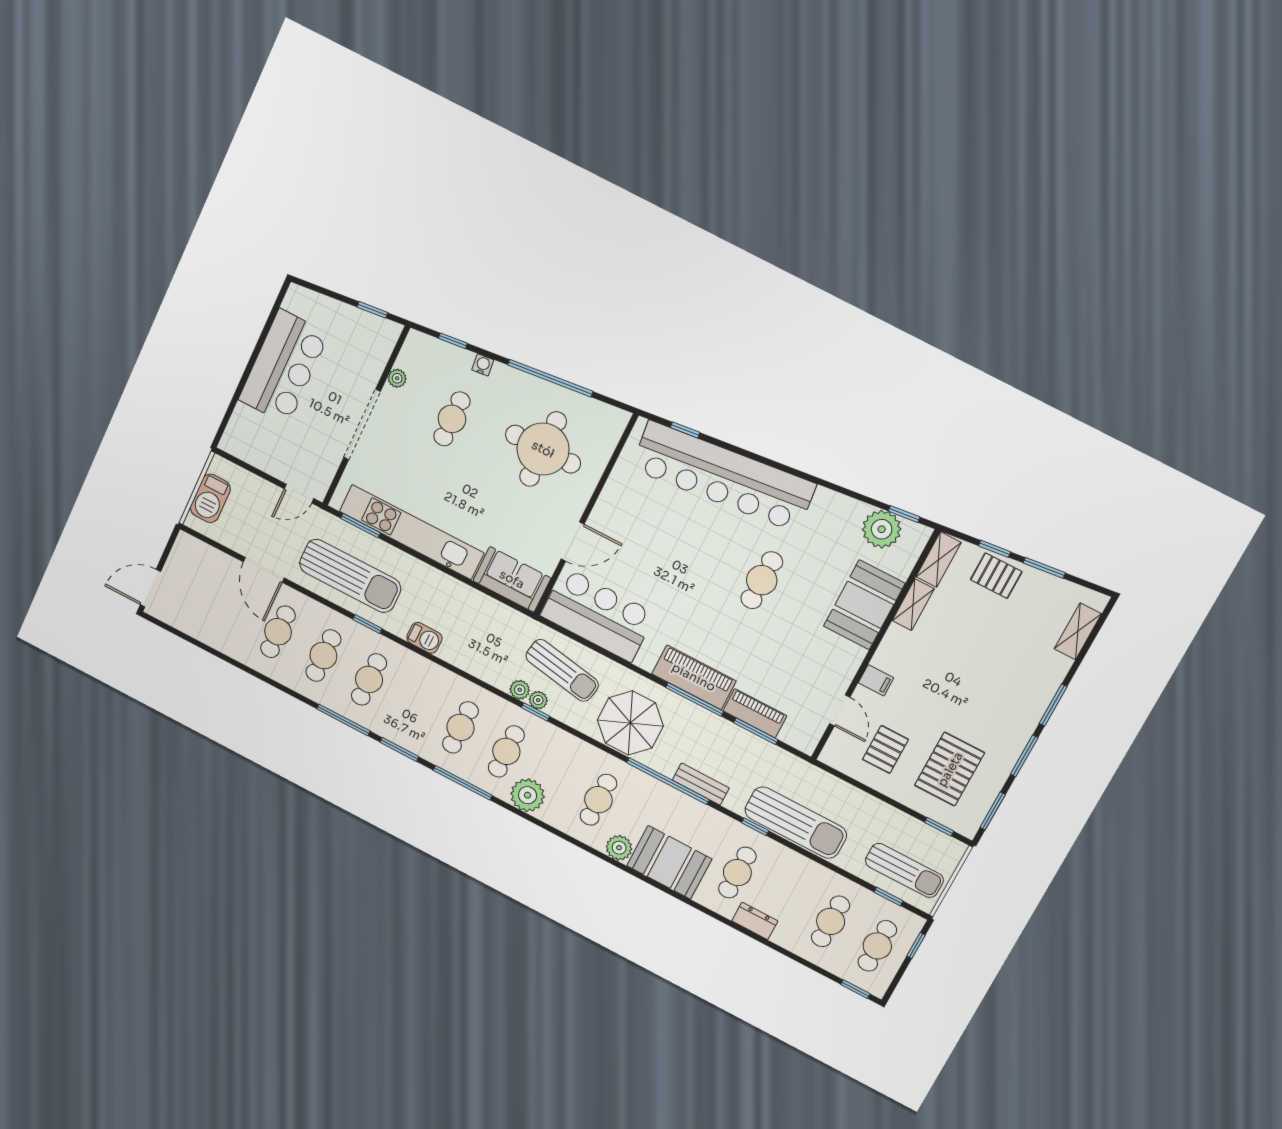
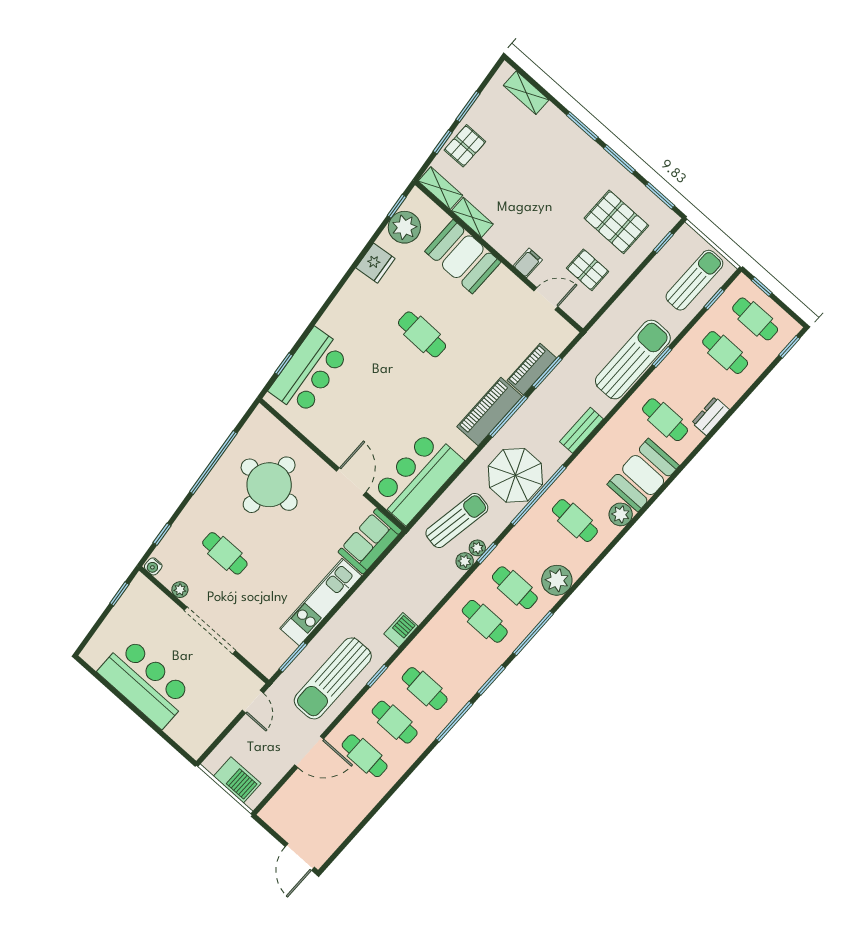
water cooler: (483, 365) -> (153, 566), moved, turned -84
bar counter: (723, 476) -> (309, 371), width x0.54
fridge: (831, 506) -> (375, 263), added
kitchen unit: (412, 532) -> (321, 602), width x0.73
sun lounger: (350, 576) -> (333, 678), turned 180
window: (668, 781) -> (538, 495), moved
window: (755, 827) -> (662, 357), moved

